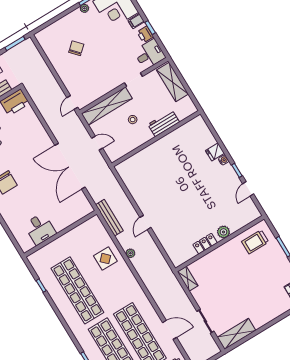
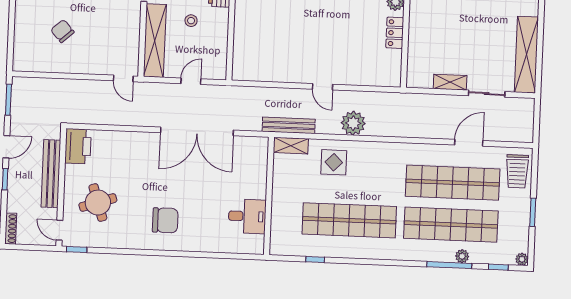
shelving: (98, 227) -> (291, 146), added
plant: (130, 253) -> (353, 123), width x1.88, depth x1.88
shelving: (188, 279) -> (450, 82), moved
shelving: (236, 334) -> (526, 55), width x1.47

